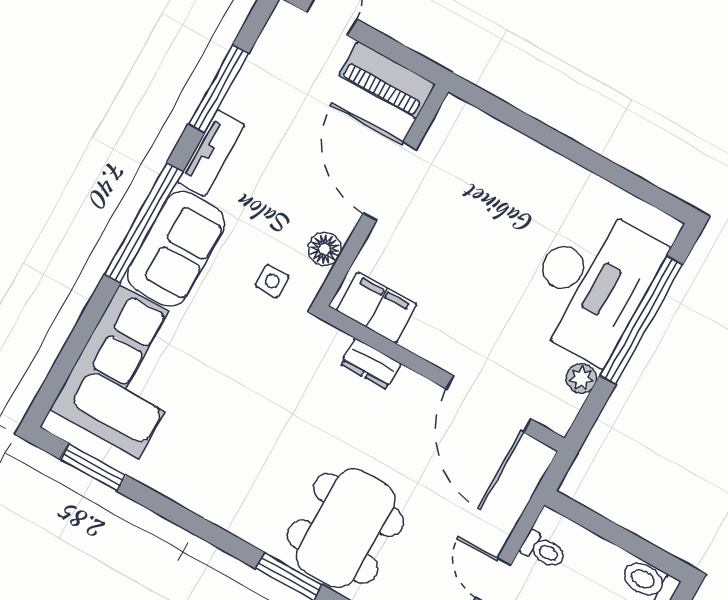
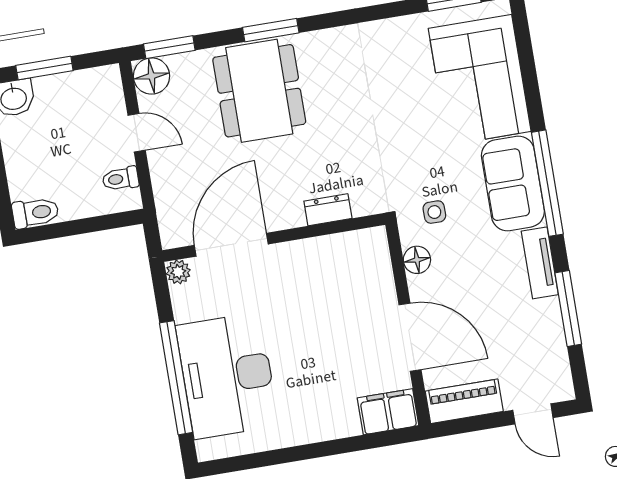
filing cabinet: (377, 307) -> (388, 412), moved, turned 180
plant: (582, 378) -> (178, 272), moved
door: (489, 404) -> (231, 245), hinge flipped

